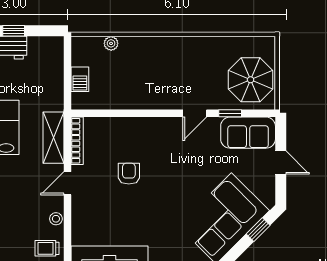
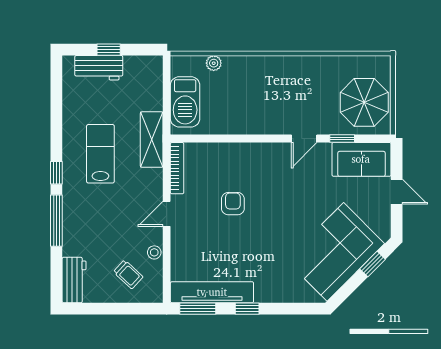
barbecue: (80, 79) -> (185, 102), width x1.88, depth x1.53
shelving: (54, 138) -> (152, 140), moved
trolley: (47, 248) -> (128, 274), moved, turned -137

